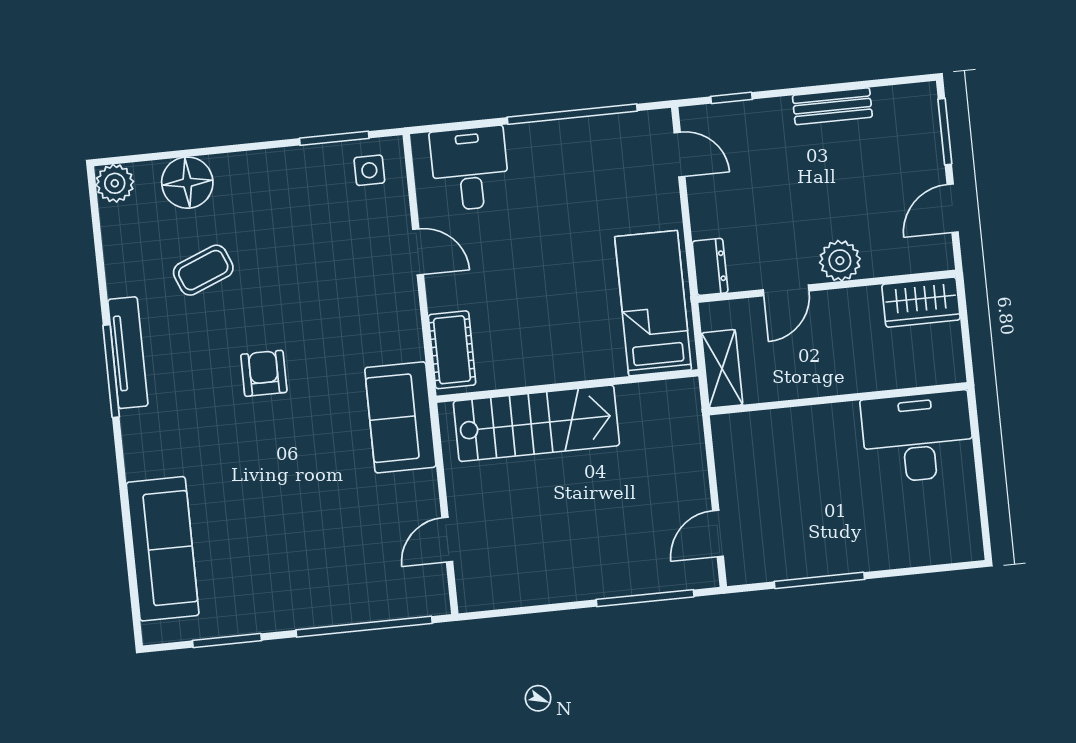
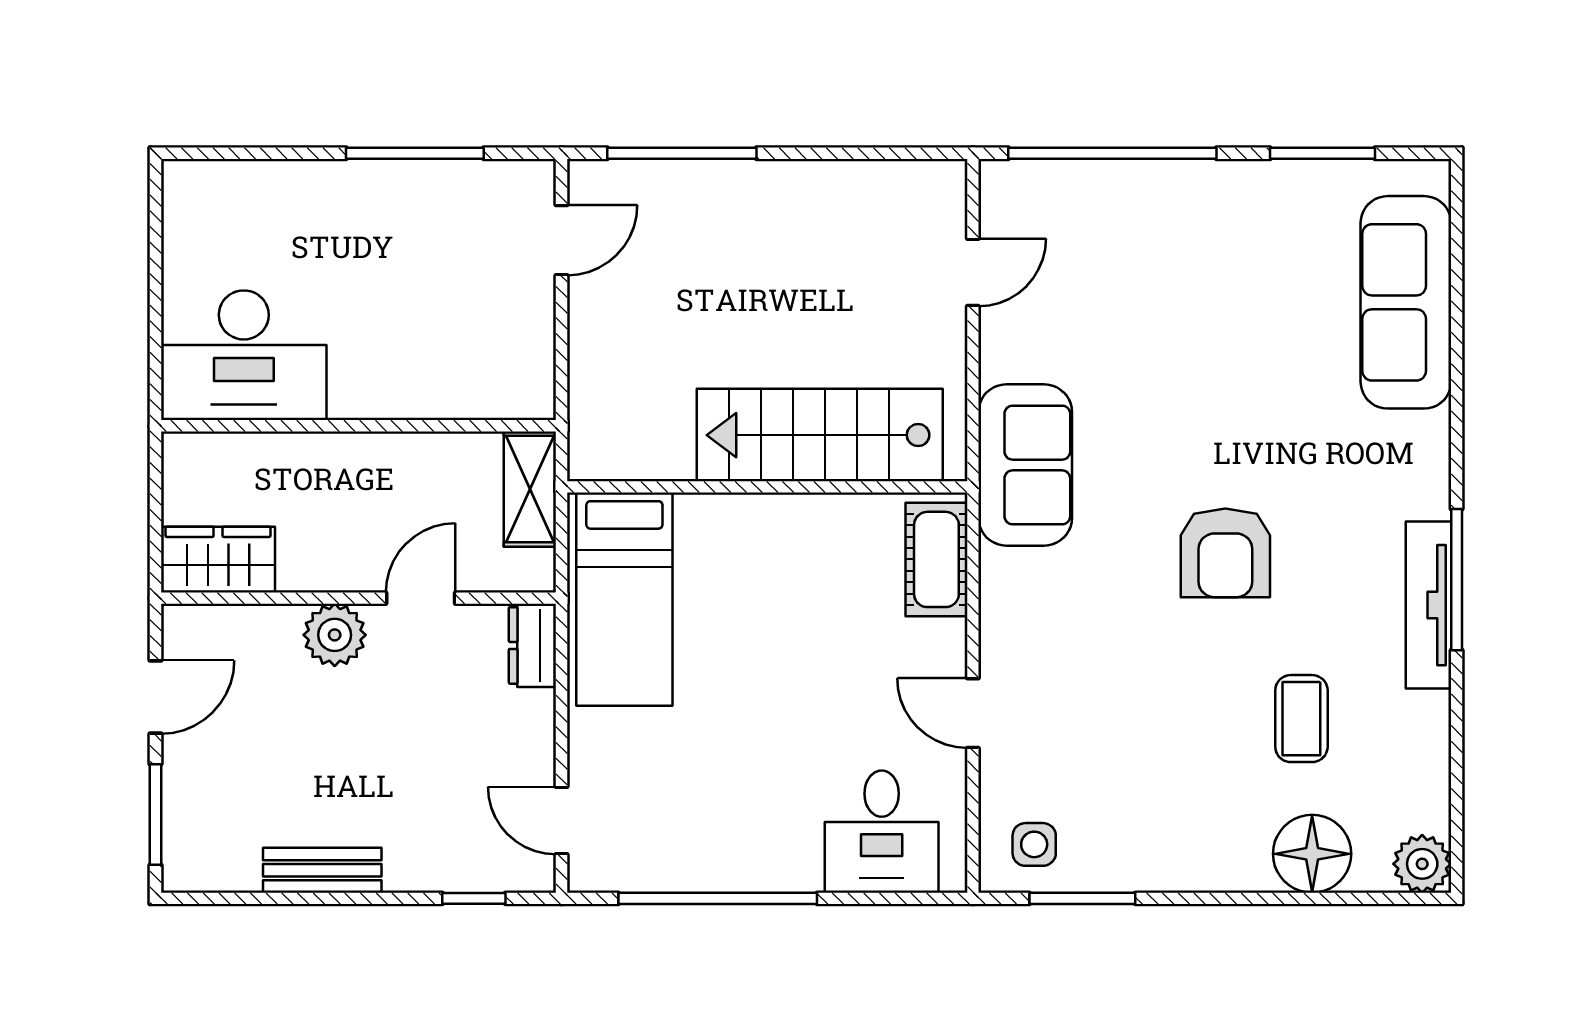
coffee table: (203, 270) -> (1301, 719), turned -68
armchair: (264, 373) -> (1225, 553), width x1.38, depth x1.38

